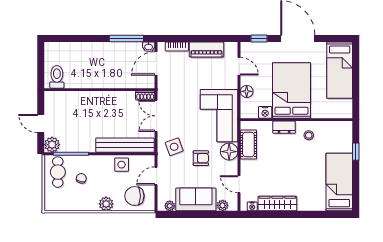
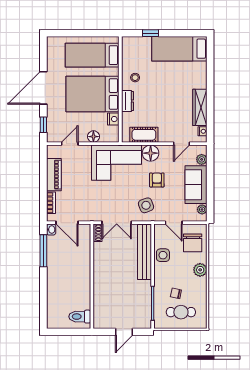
bed: (340, 70) -> (92, 55), moved, turned 180
plant: (52, 145) -> (144, 321), removed
cafe table: (58, 172) -> (181, 312), moved

